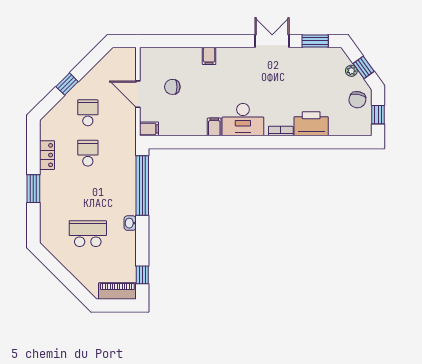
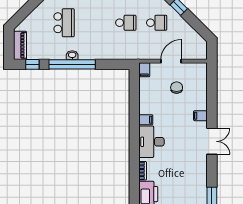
double door: (272, 41) -> (212, 141), moved
window: (142, 185) -> (72, 64), moved

